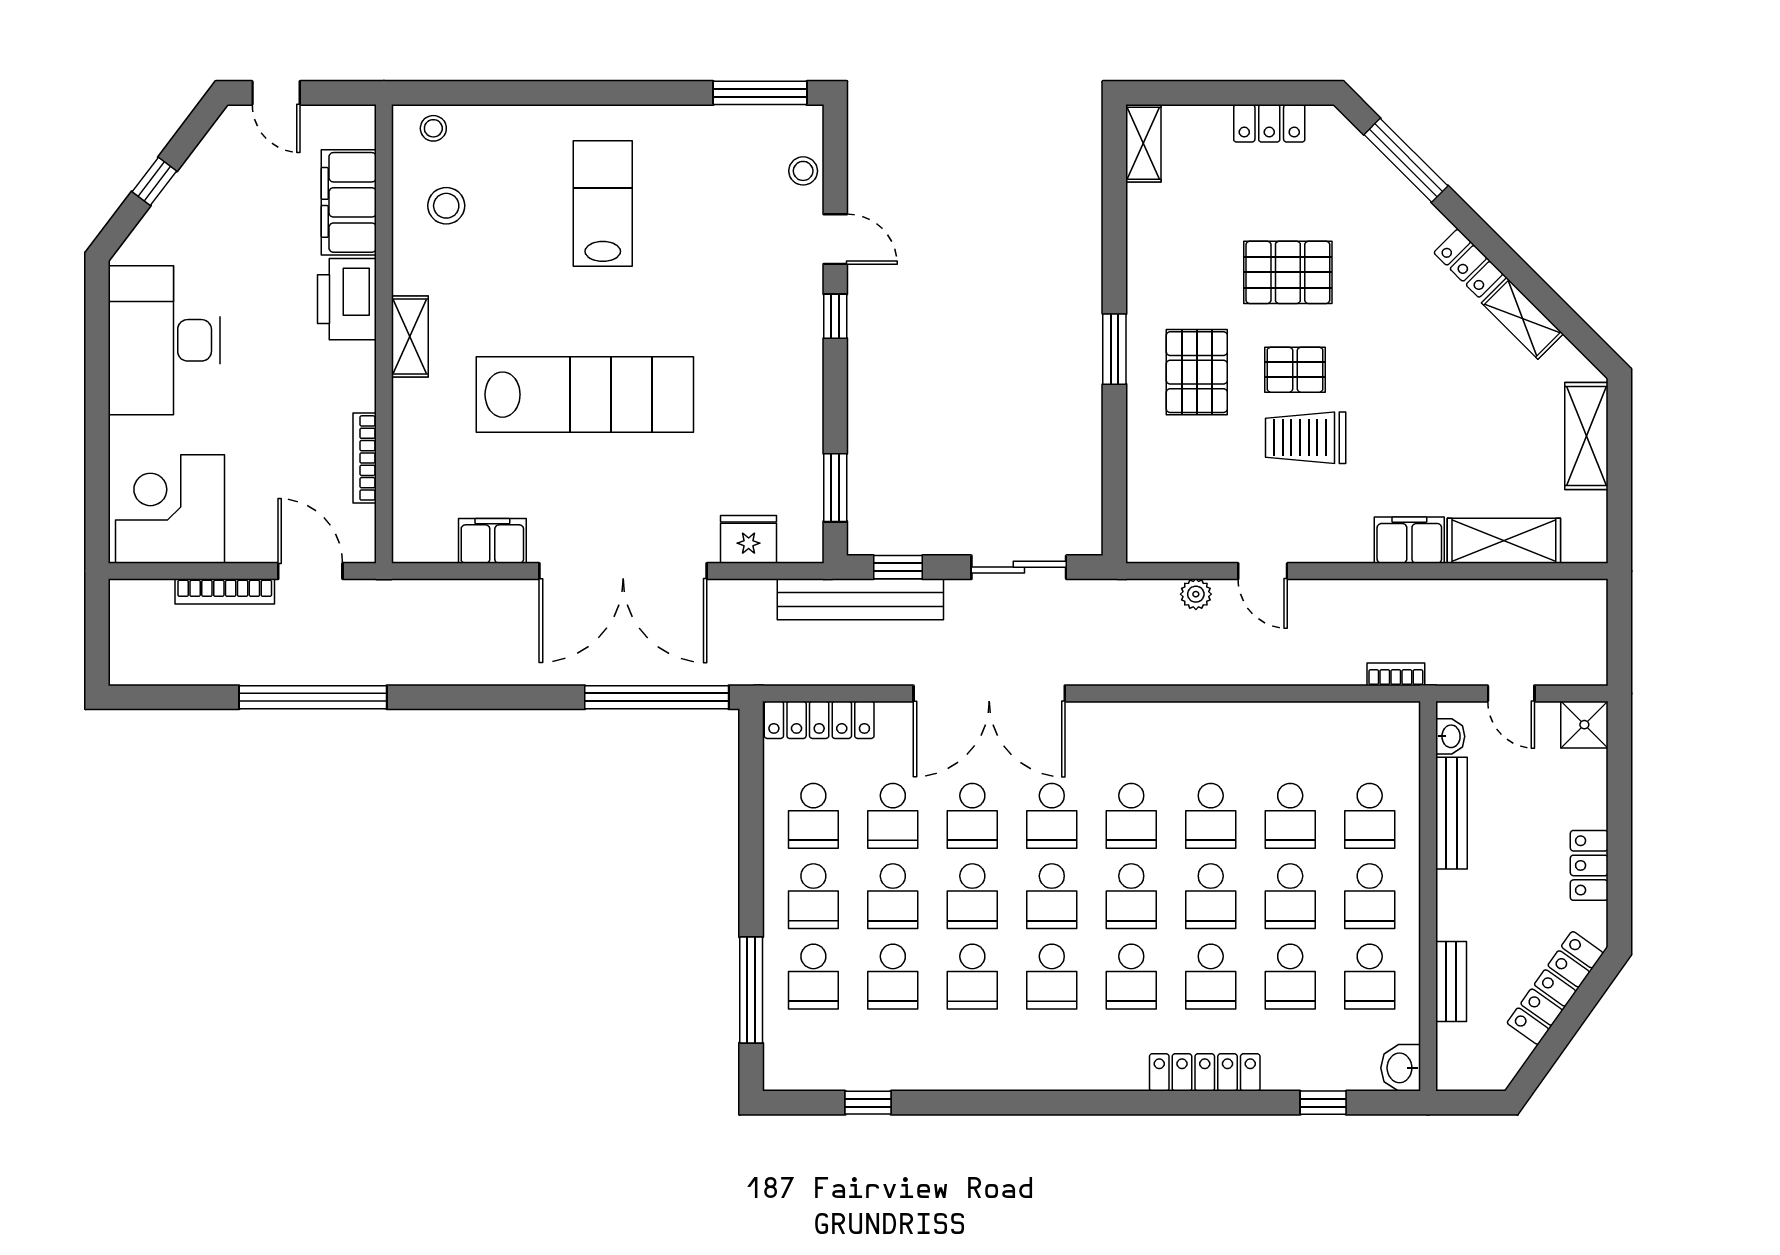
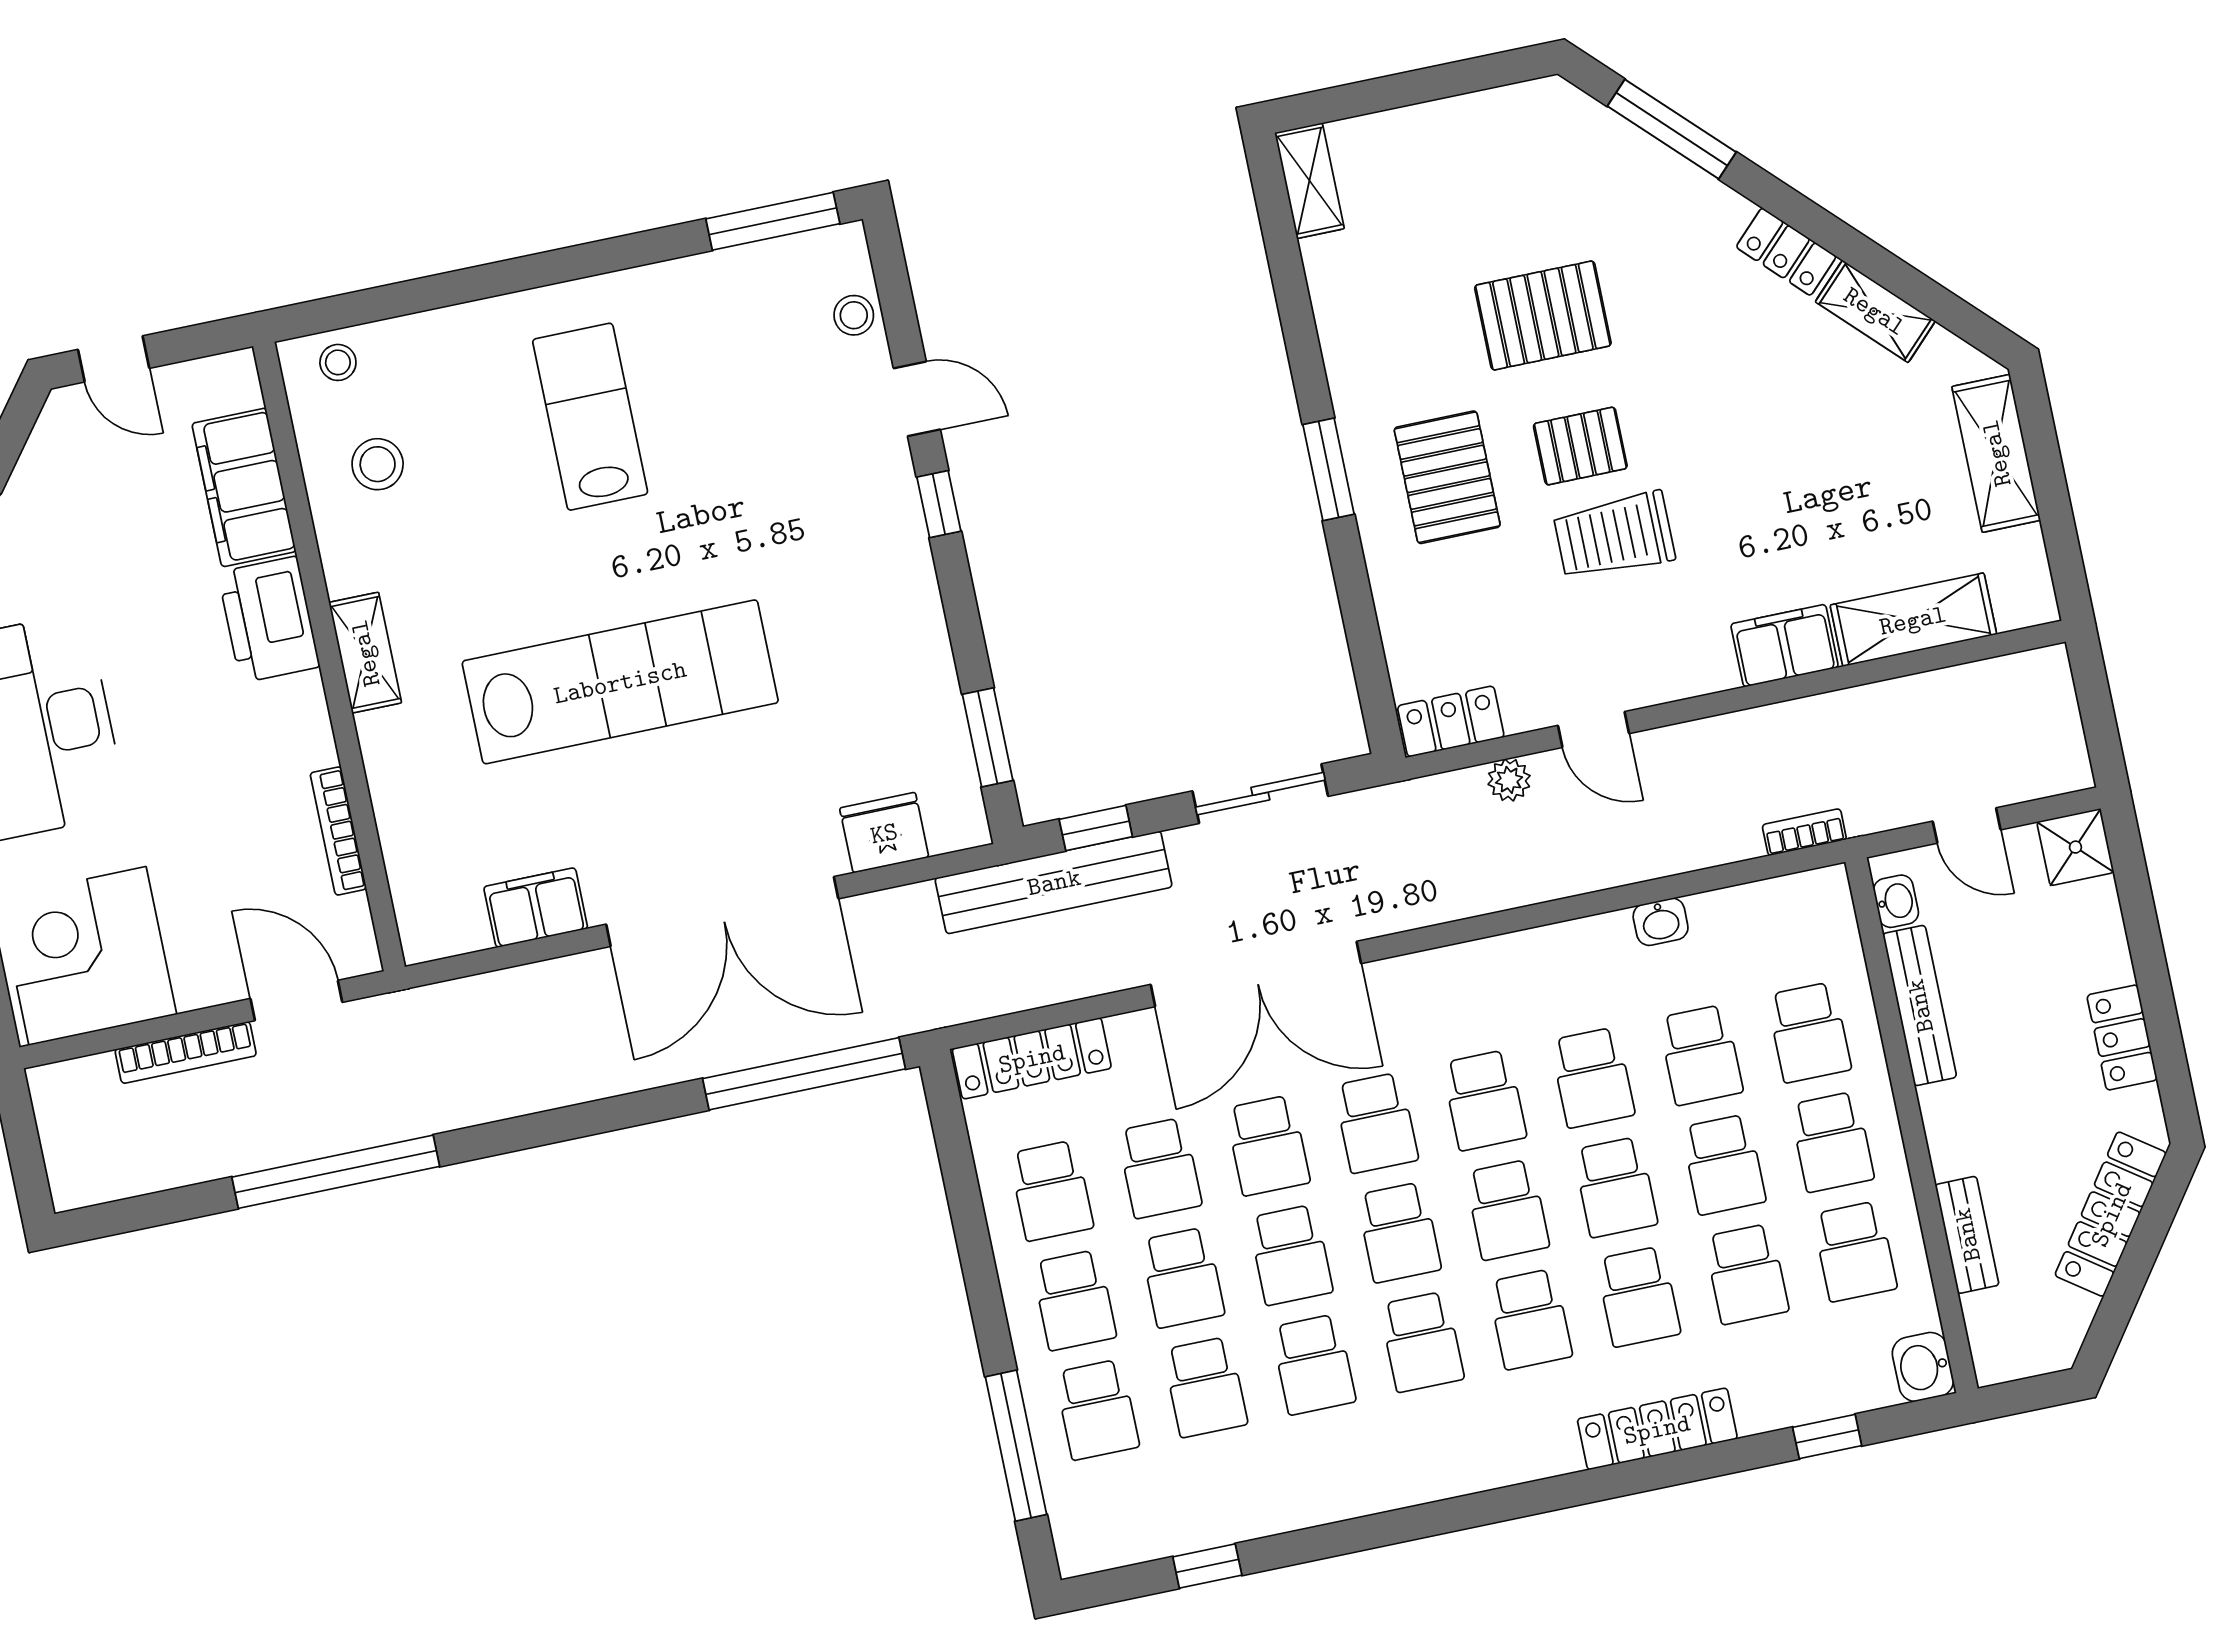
locker: (1269, 123) -> (1451, 721), moved, turned 180
washbasin: (1282, 716) -> (1661, 922), added

